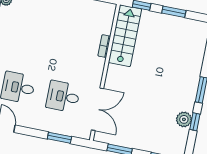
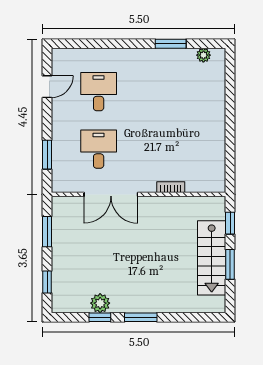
stairs: (125, 36) -> (212, 258), moved, turned 90
double door: (97, 109) -> (111, 194), moved

